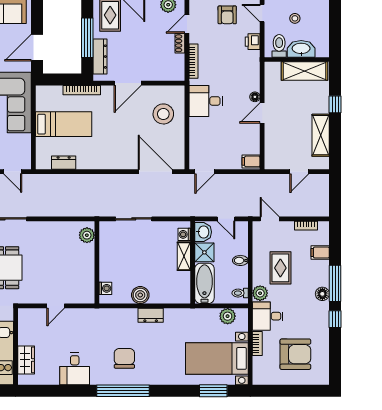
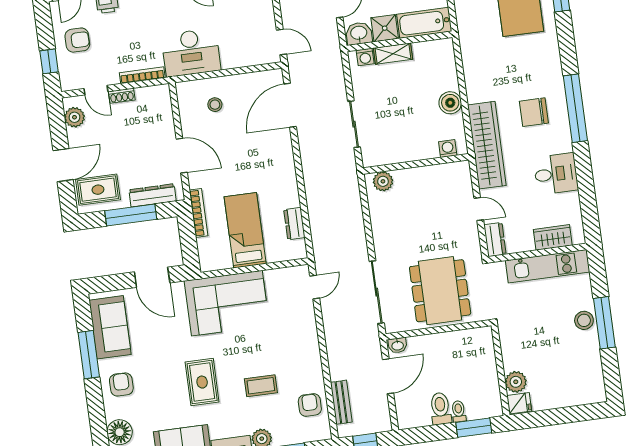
desk: (206, 101) -> (191, 53), width x1.37
stool: (163, 114) -> (215, 105), width x0.53, depth x0.53
dresser: (151, 315) -> (495, 240), moved
wardrobe: (104, 319) -> (487, 145), added

